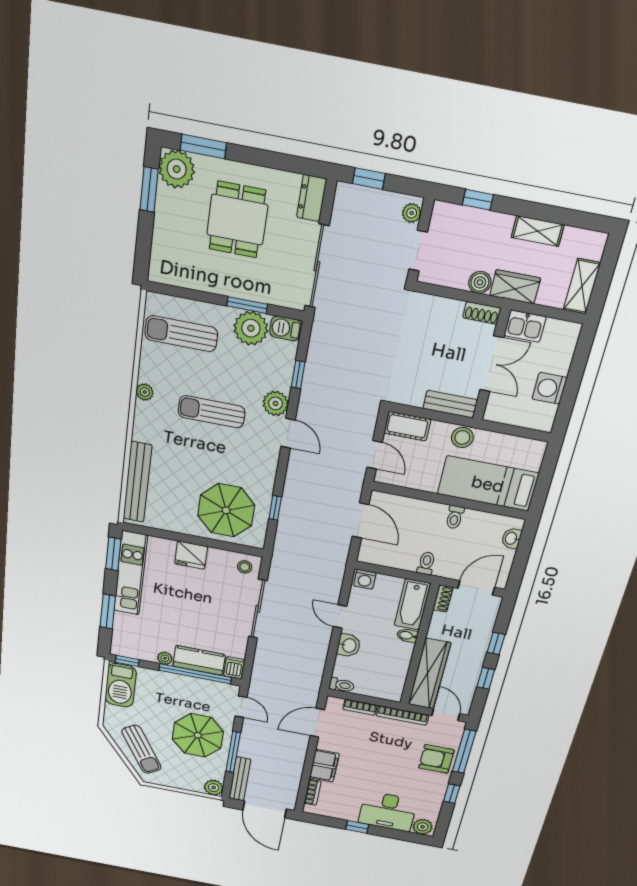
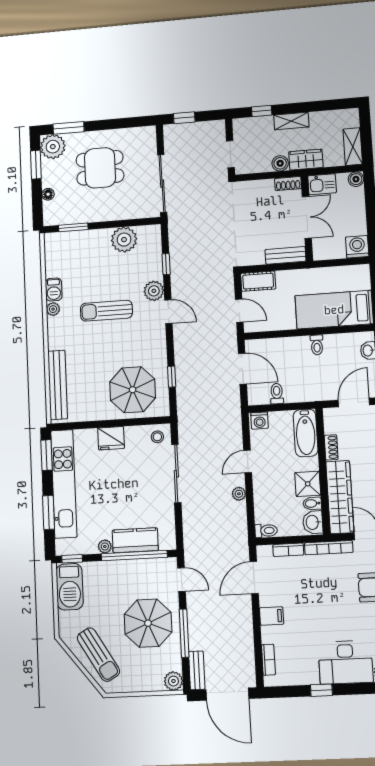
dresser: (312, 198) -> (148, 140), removed
plant: (412, 213) -> (239, 494), moved
dining table: (237, 220) -> (100, 168), turned 90
shelving: (538, 231) -> (291, 121), moved
floor lamp: (160, 238) -> (48, 194), added
window: (247, 305) -> (73, 227), moved
barbecue: (286, 328) -> (54, 289), moved, turned -90
boiler: (570, 332) -> (356, 179), added
sun lounger: (181, 334) -> (74, 257), removed
washing machine: (549, 388) -> (357, 247), moved, turned 90
stool: (462, 437) -> (303, 278), removed
toilet: (426, 563) -> (277, 394), moved
kitchen unit: (131, 573) -> (64, 484), width x1.36
shoe rack: (443, 599) -> (331, 447), moved
door: (340, 616) -> (248, 462), hinge flipped
bidet: (407, 635) -> (312, 503), moved
washbasin: (349, 645) -> (313, 522), moved, turned 180
shower: (399, 653) -> (308, 484), added
dishwasher: (234, 668) -> (167, 539), removed
filing cabinet: (324, 766) -> (272, 616), width x0.50
bench: (240, 779) -> (197, 670), width x0.73

